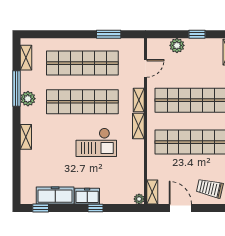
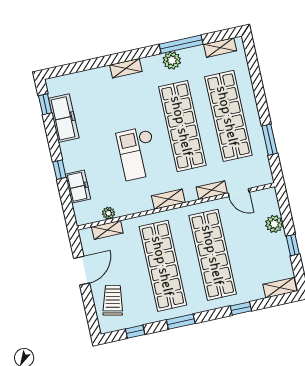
shelving: (139, 100) -> (212, 190), moved
shelving: (152, 192) -> (107, 230), moved
freezer: (87, 196) -> (78, 187), moved
plant: (139, 199) -> (109, 213), moved

